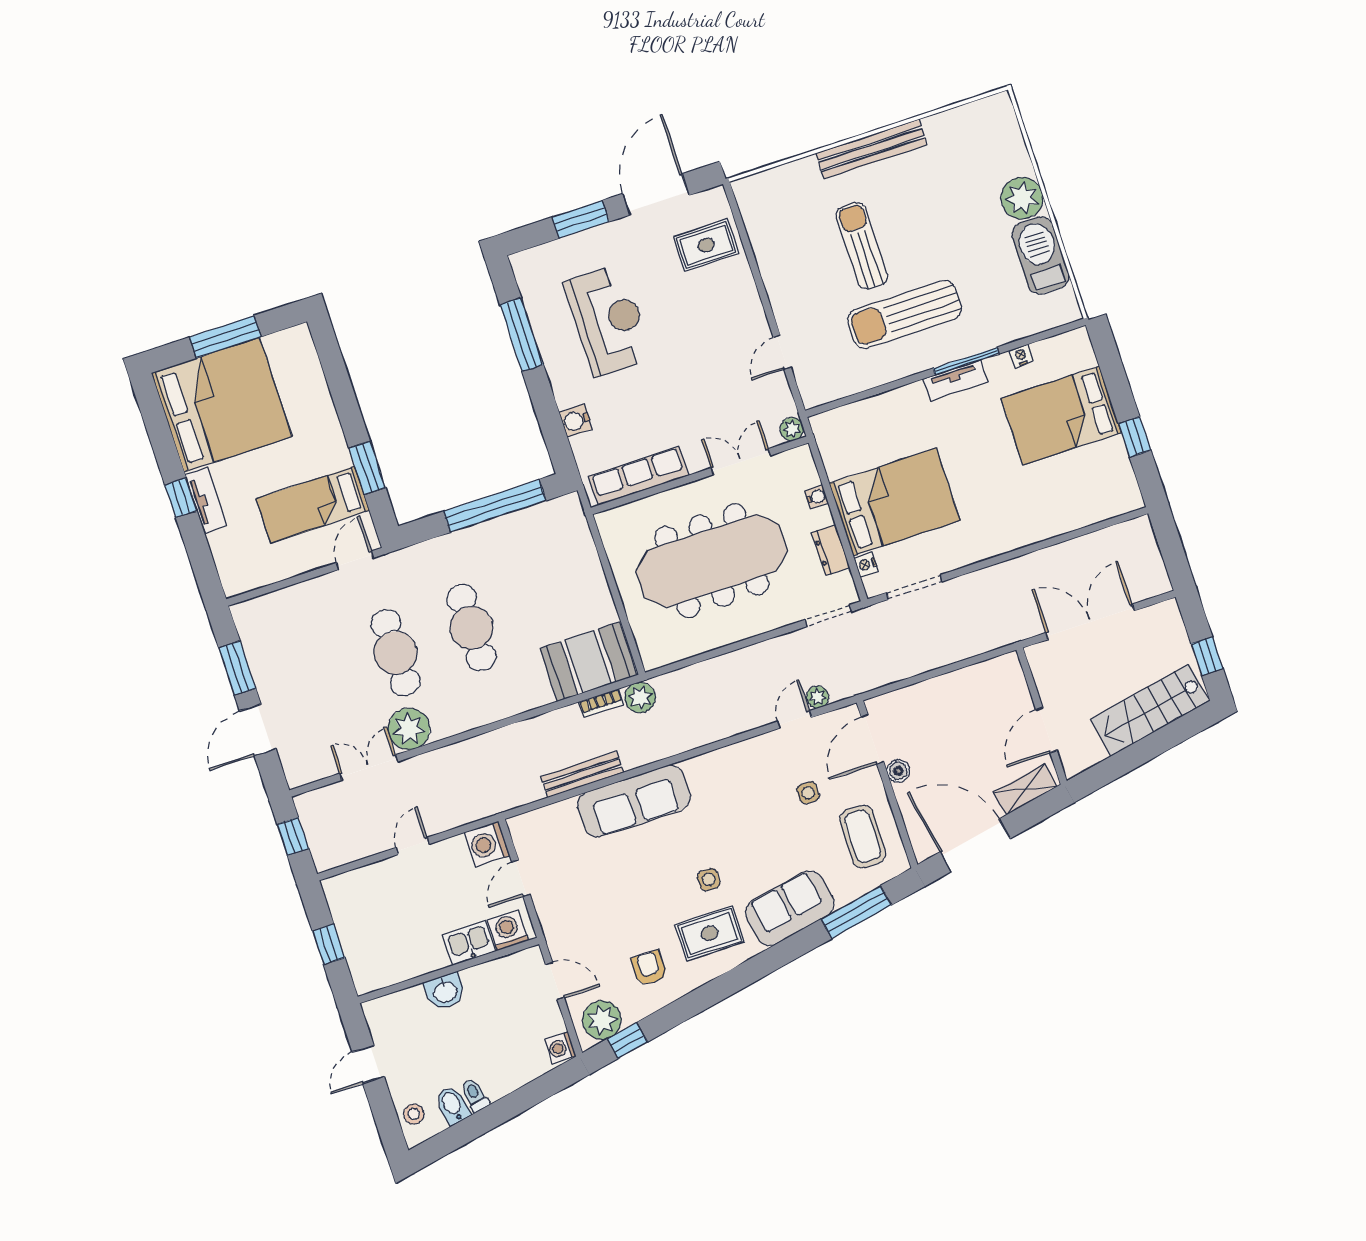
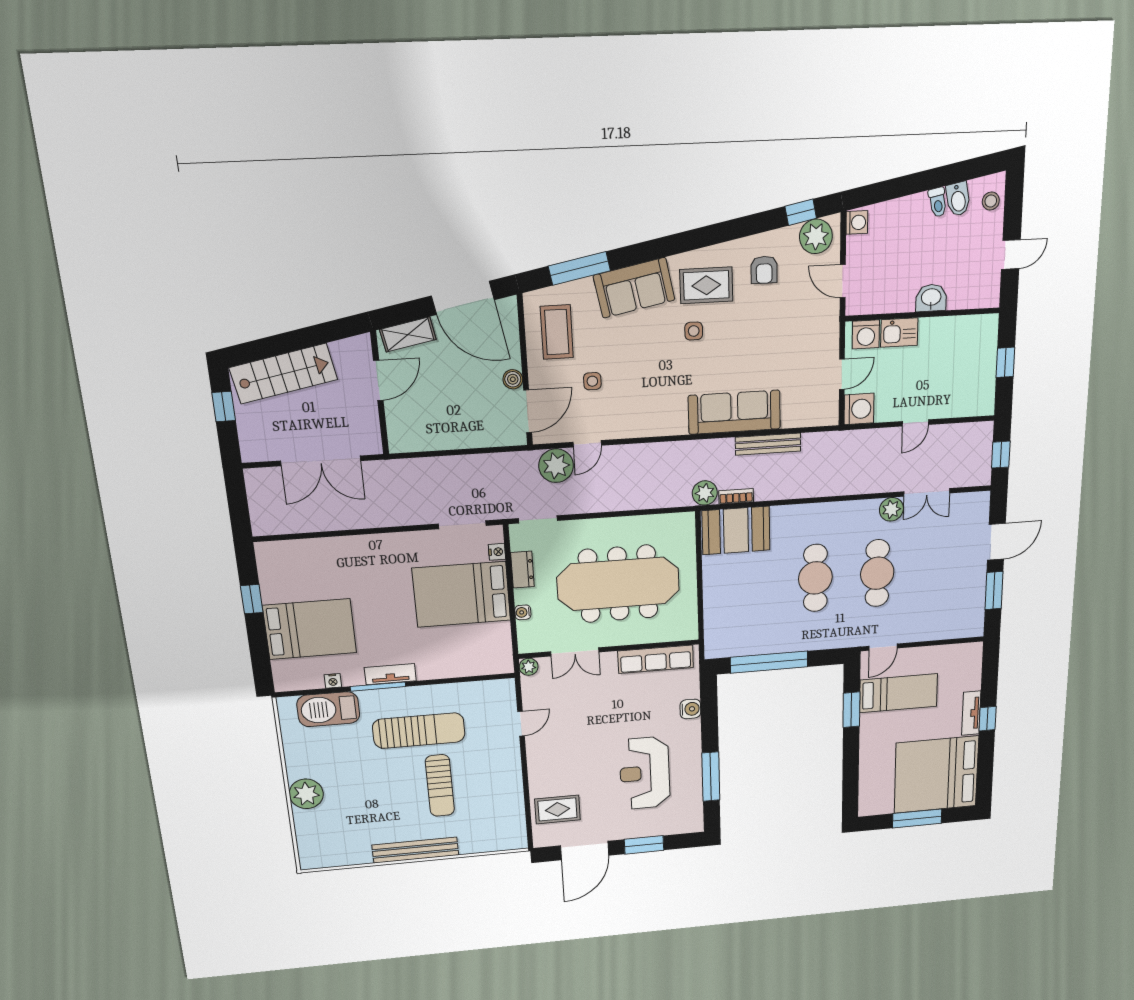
barbecue: (1040, 255) -> (328, 709), moved, turned 90
plant: (818, 697) -> (556, 466), width x1.87, depth x1.87
plant: (409, 729) -> (891, 509), width x0.73, depth x0.73

